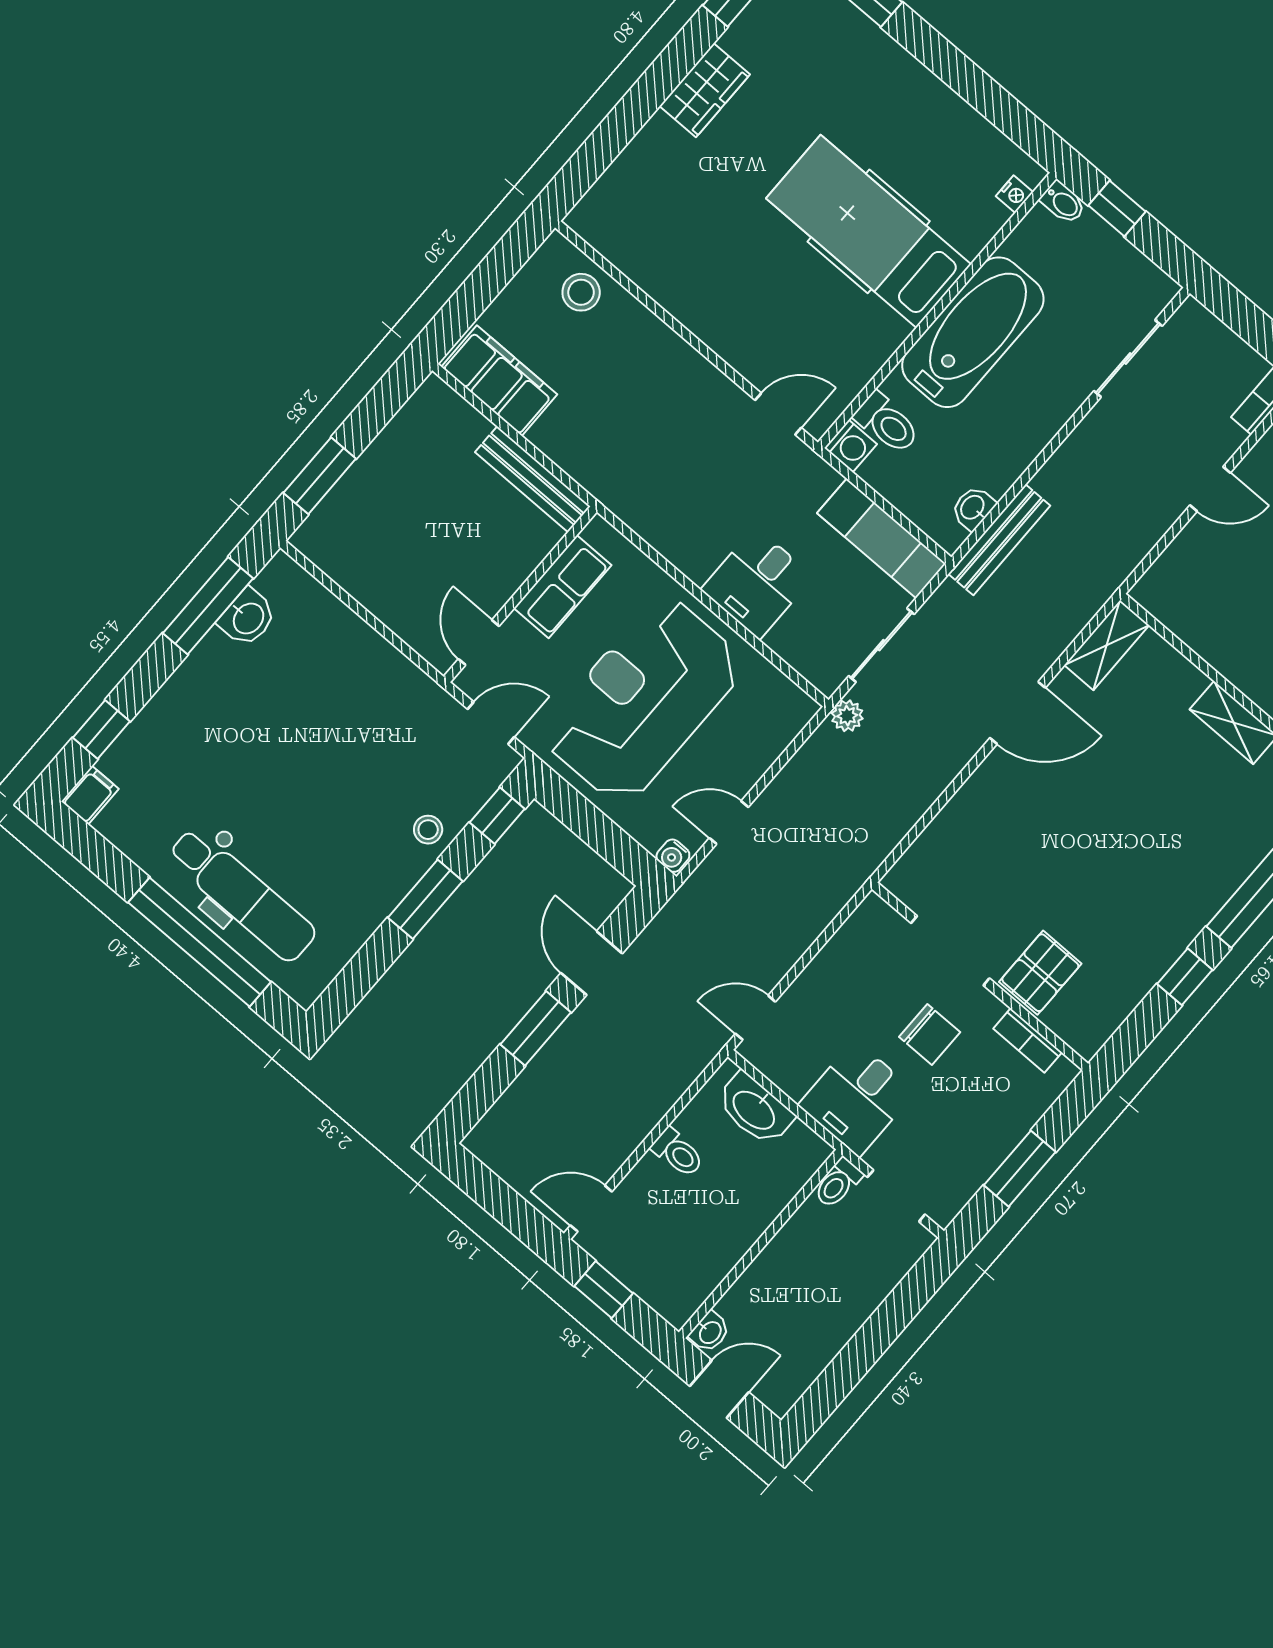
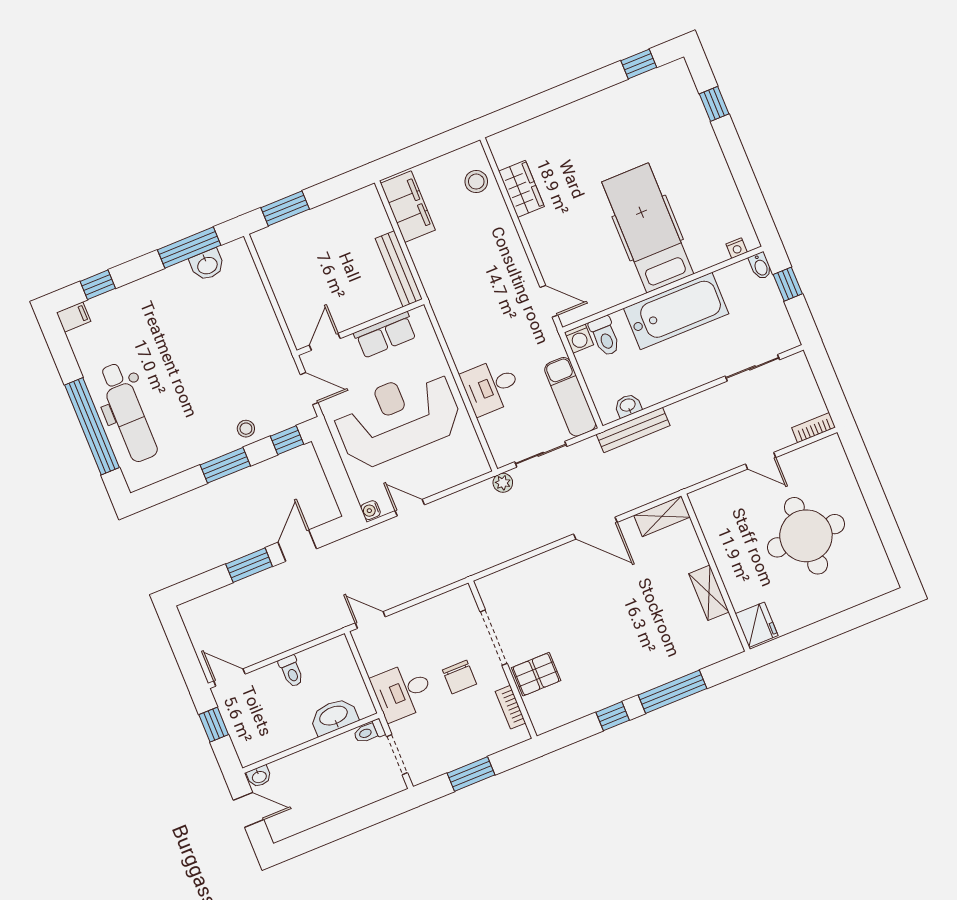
wardrobe: (705, 90) -> (521, 189), moved, turned -90
washbasin: (755, 1109) -> (334, 716), moved, turned 90

